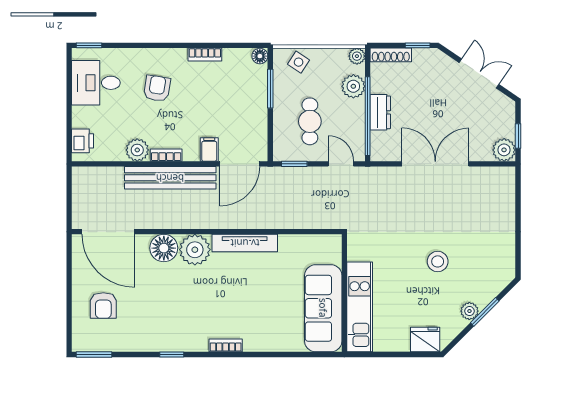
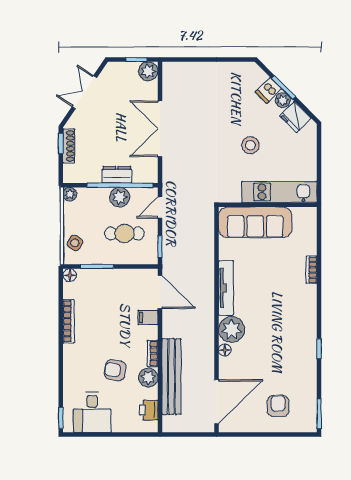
bookcase: (205, 55) -> (69, 321), width x1.56
shoe rack: (391, 55) -> (69, 146), moved
plant: (353, 86) -> (120, 197), moved
armchair: (157, 88) -> (115, 370), moved
printer: (82, 141) -> (149, 410), moved, turned -90
bench: (170, 178) -> (171, 377), moved
floor lamp: (164, 248) -> (225, 350), width x0.53, depth x0.53
stool: (438, 261) -> (250, 145), moved
dishwasher: (481, 294) -> (268, 90), added
armchair: (103, 305) -> (278, 406), turned -90
sofa: (323, 308) -> (255, 222), moved
fridge: (425, 340) -> (295, 117), moved, turned -45
bookcase: (226, 345) -> (311, 270), moved

